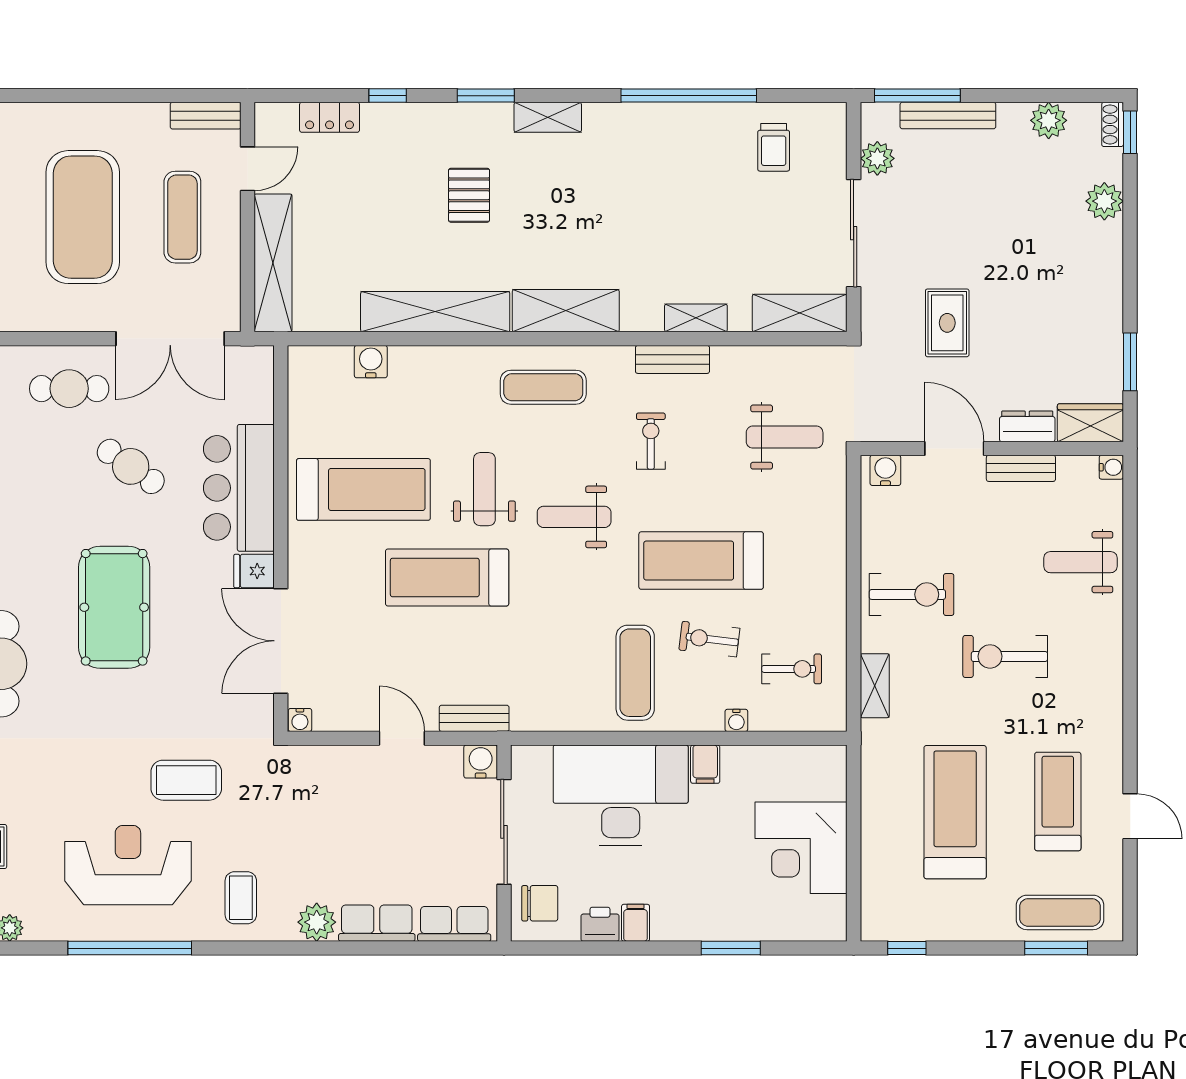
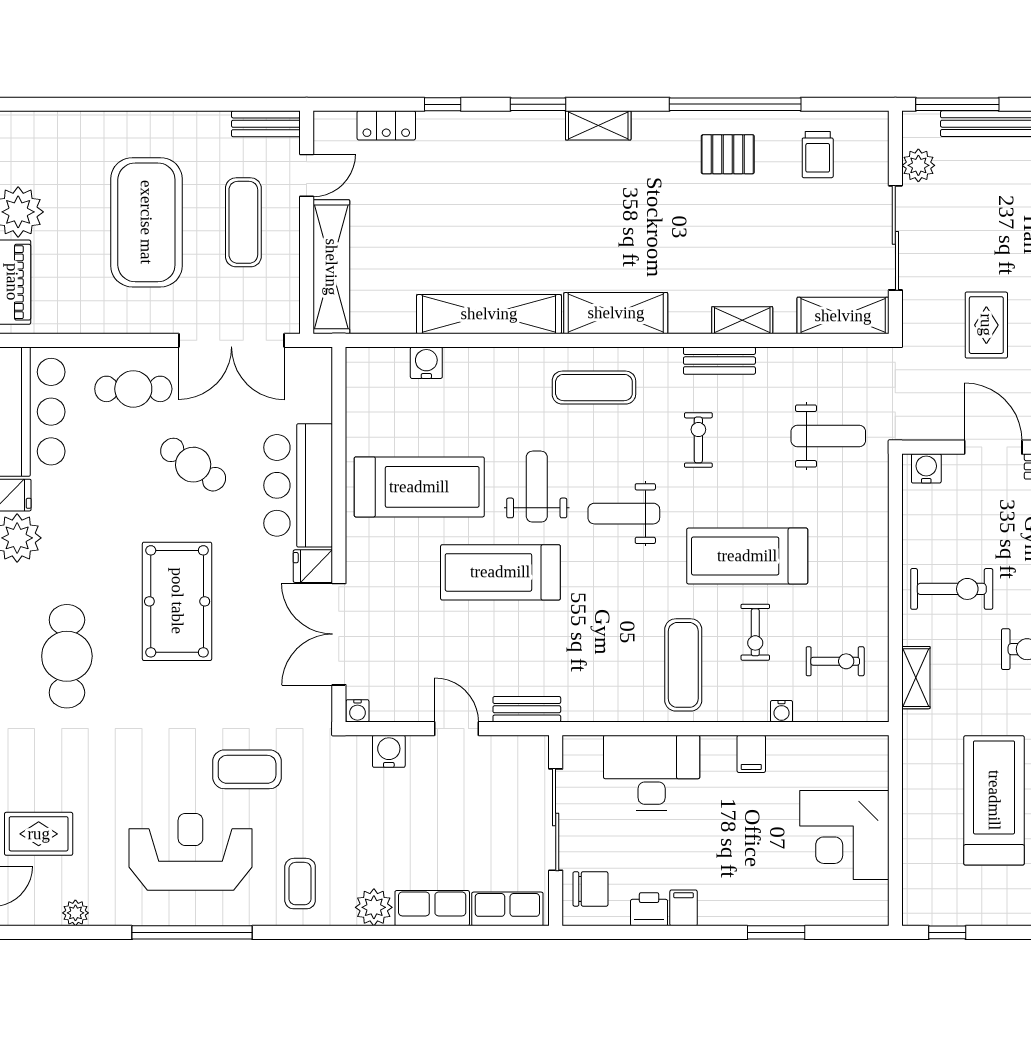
pallet: (469, 195) -> (728, 154), moved, turned 90
exercise bike: (709, 639) -> (755, 632), turned -97
water cooler: (481, 762) -> (389, 751), moved
desk: (621, 795) -> (652, 773), width x0.73, depth x0.77

